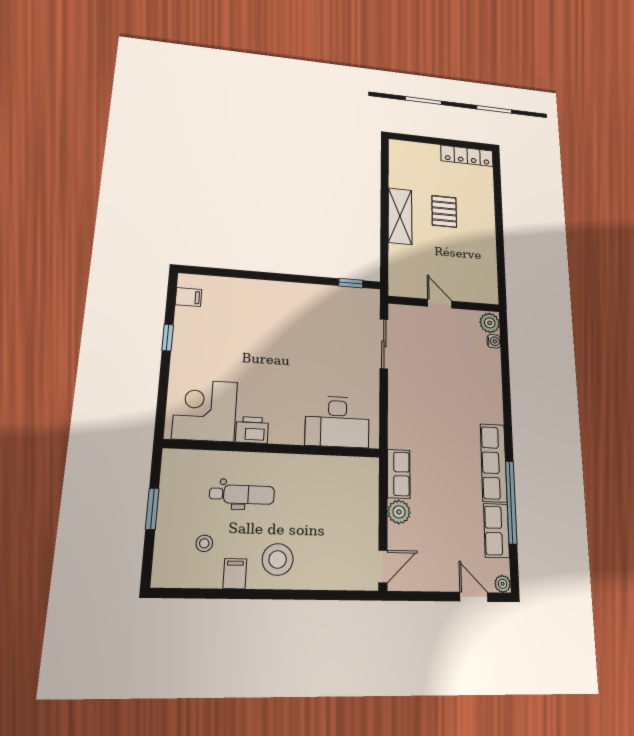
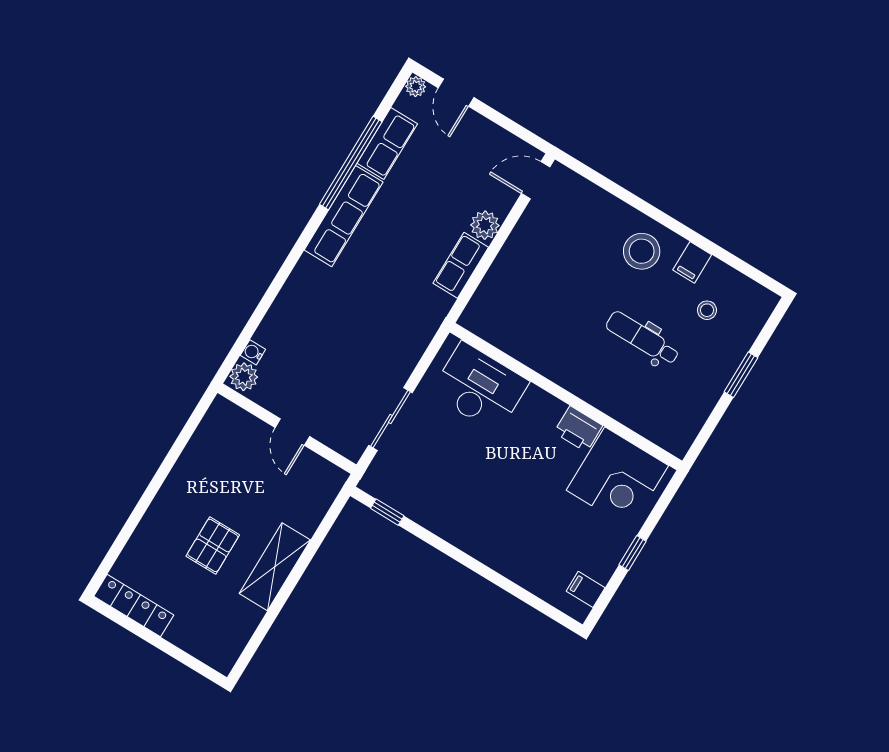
corner desk: (205, 410) -> (617, 478), moved
desk: (337, 422) -> (480, 387), moved
printer: (252, 430) -> (578, 429), moved
wall: (274, 448) -> (566, 397), moved

